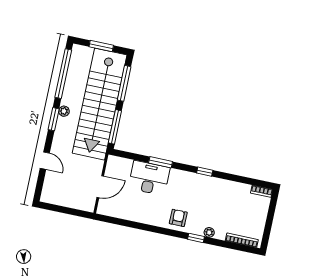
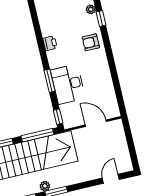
door: (45, 161) -> (111, 179), moved
window: (205, 172) -> (58, 117), moved
printer: (195, 179) -> (50, 43), added

